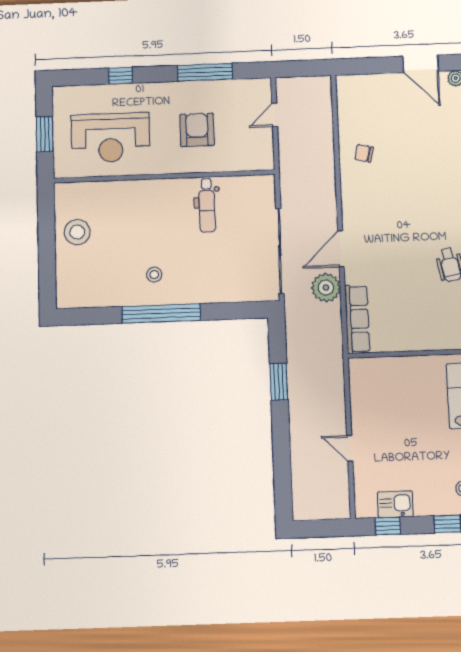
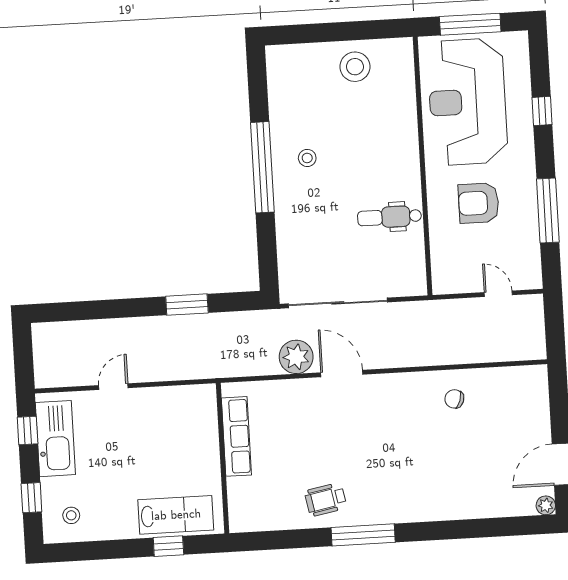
armchair: (197, 130) -> (479, 203), turned 180
window: (45, 134) -> (470, 24), width x1.44
reception desk: (111, 138) -> (467, 102), width x1.36, depth x1.30
chair: (364, 153) -> (454, 399), turned -85
row of seats: (357, 319) -> (236, 436), moved, turned -90
kitchen sink: (395, 504) -> (55, 439), width x1.88, depth x1.24

